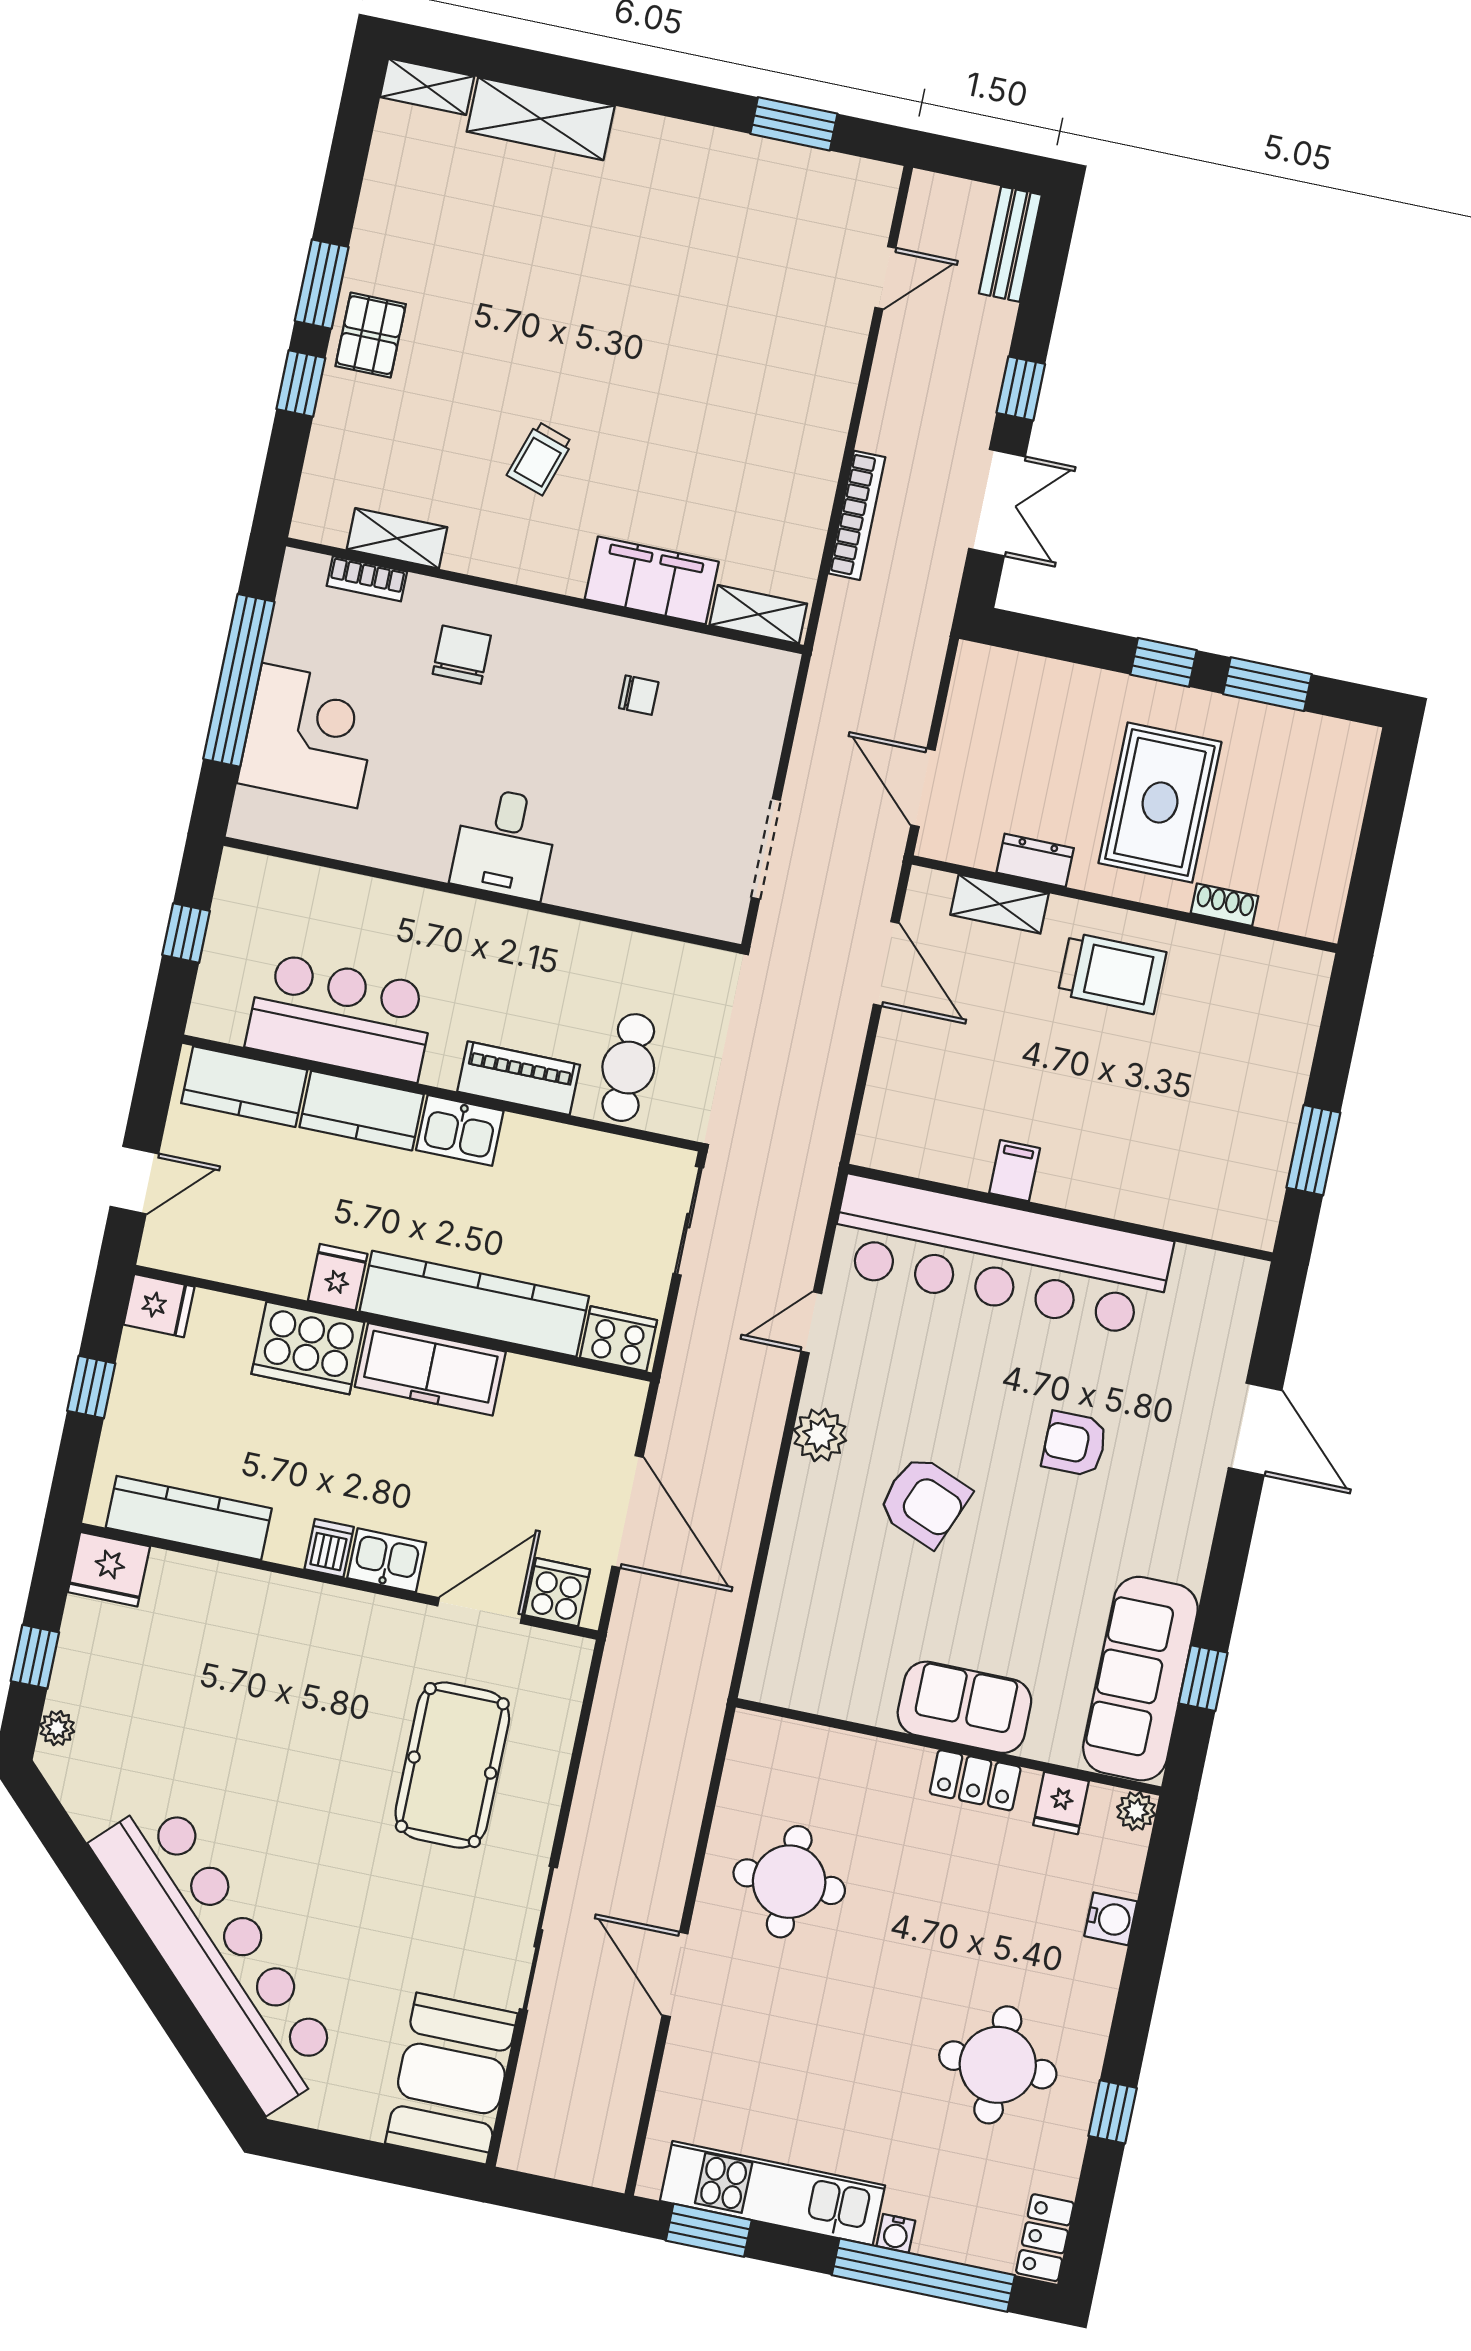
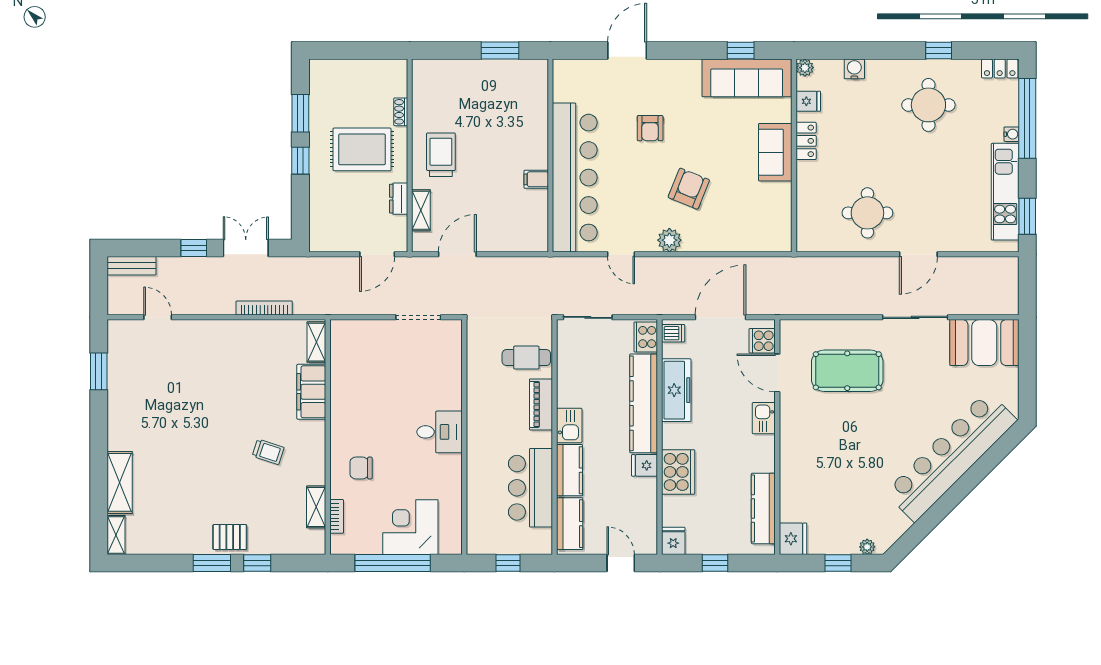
chair: (639, 695) -> (363, 387), removed
freezer: (430, 1369) -> (676, 390), moved
dishwasher: (329, 1548) -> (673, 333), moved, turned 180

